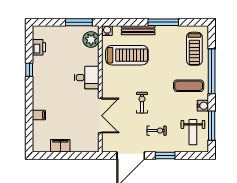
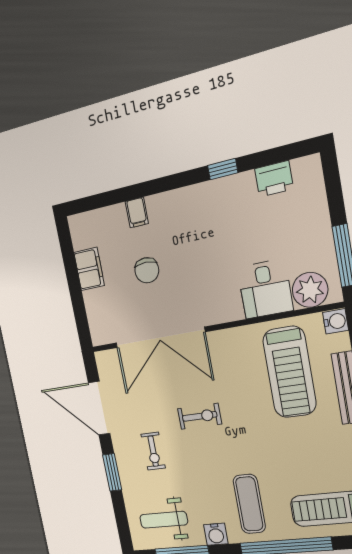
desk: (87, 78) -> (265, 289), moved
chair: (67, 116) -> (147, 270), added
double door: (100, 116) -> (160, 338), width x1.36

